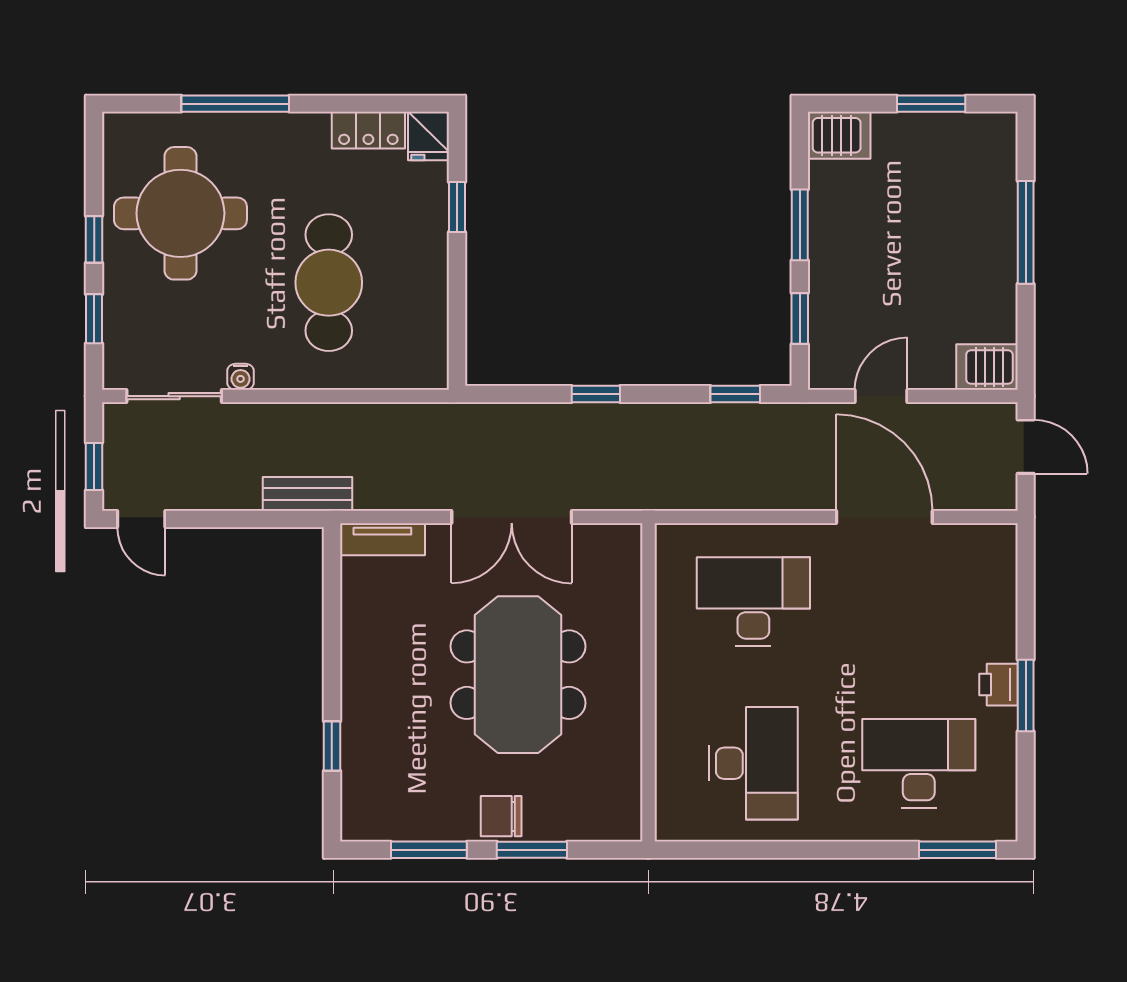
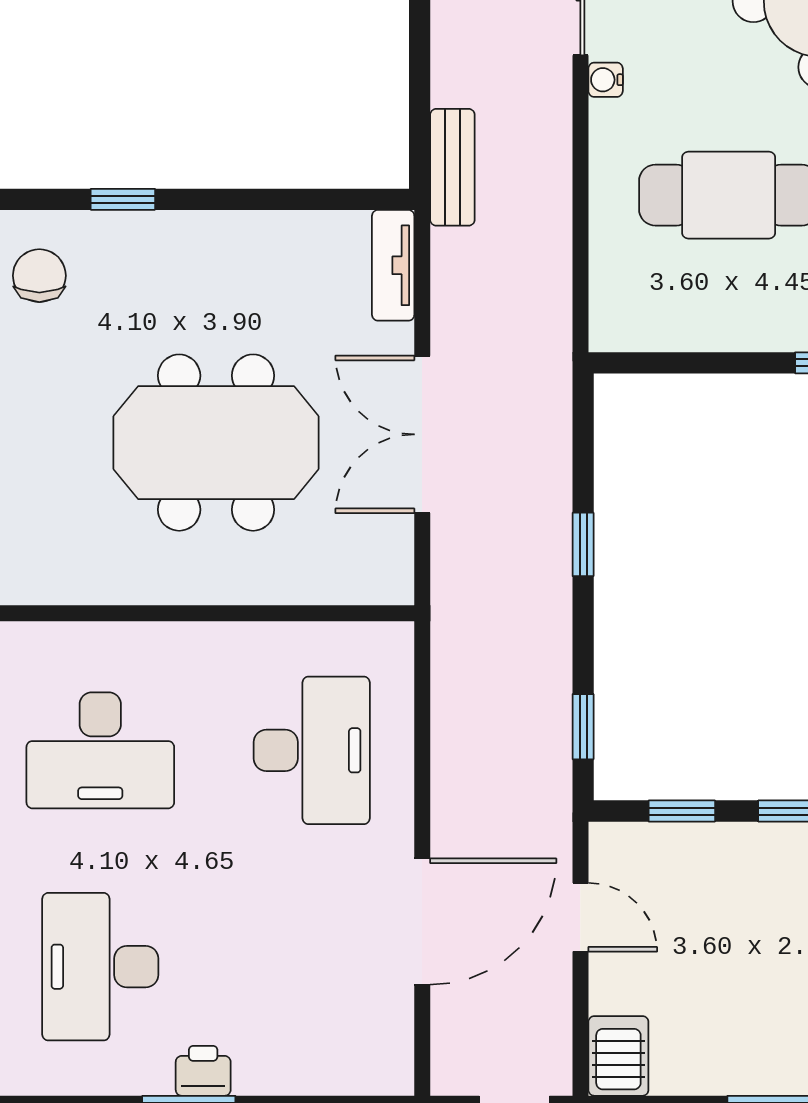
desk: (919, 763) -> (100, 967), turned 180
chair: (501, 816) -> (39, 276), moved

